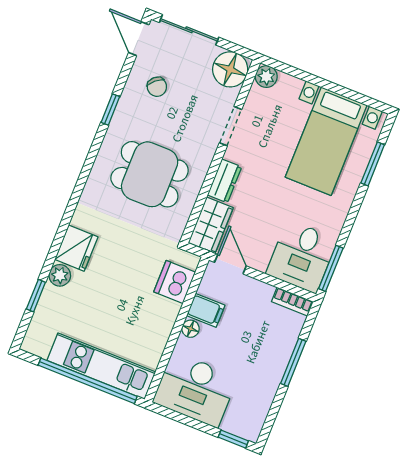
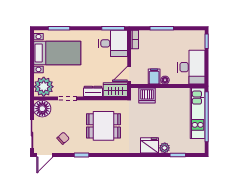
plant: (266, 77) -> (44, 87), width x1.88, depth x1.88
dining table: (150, 174) -> (103, 126), turned 90

